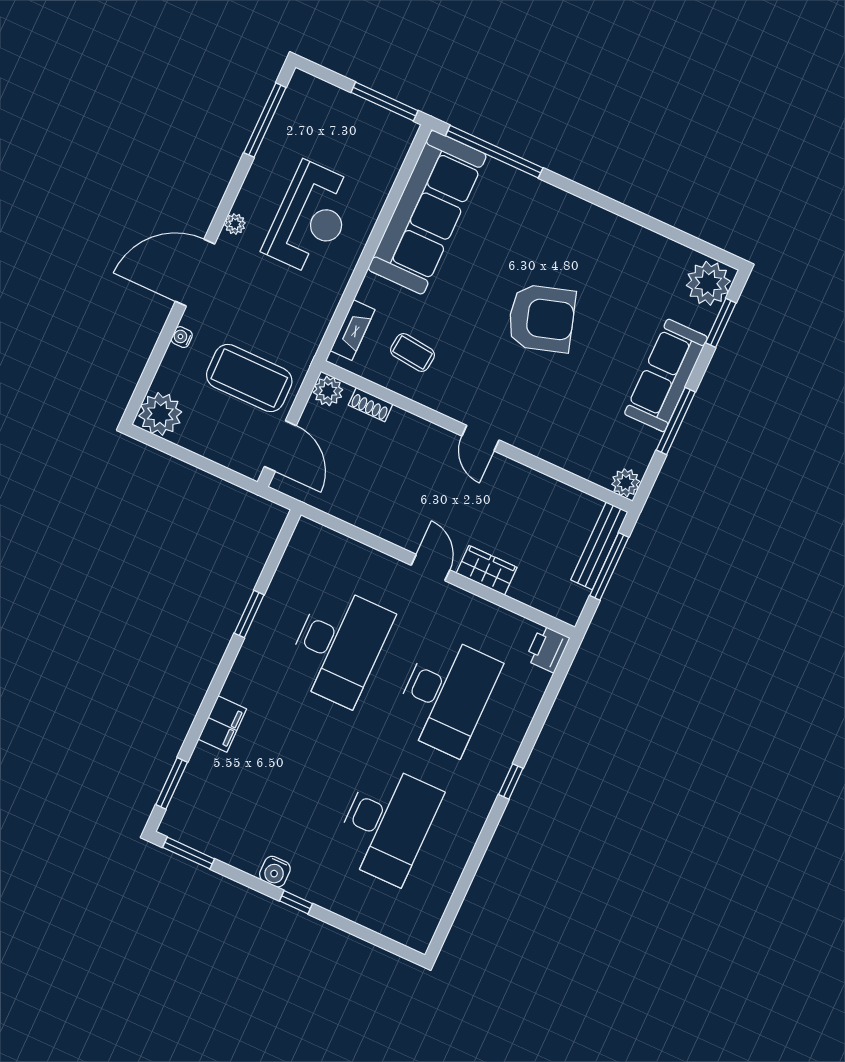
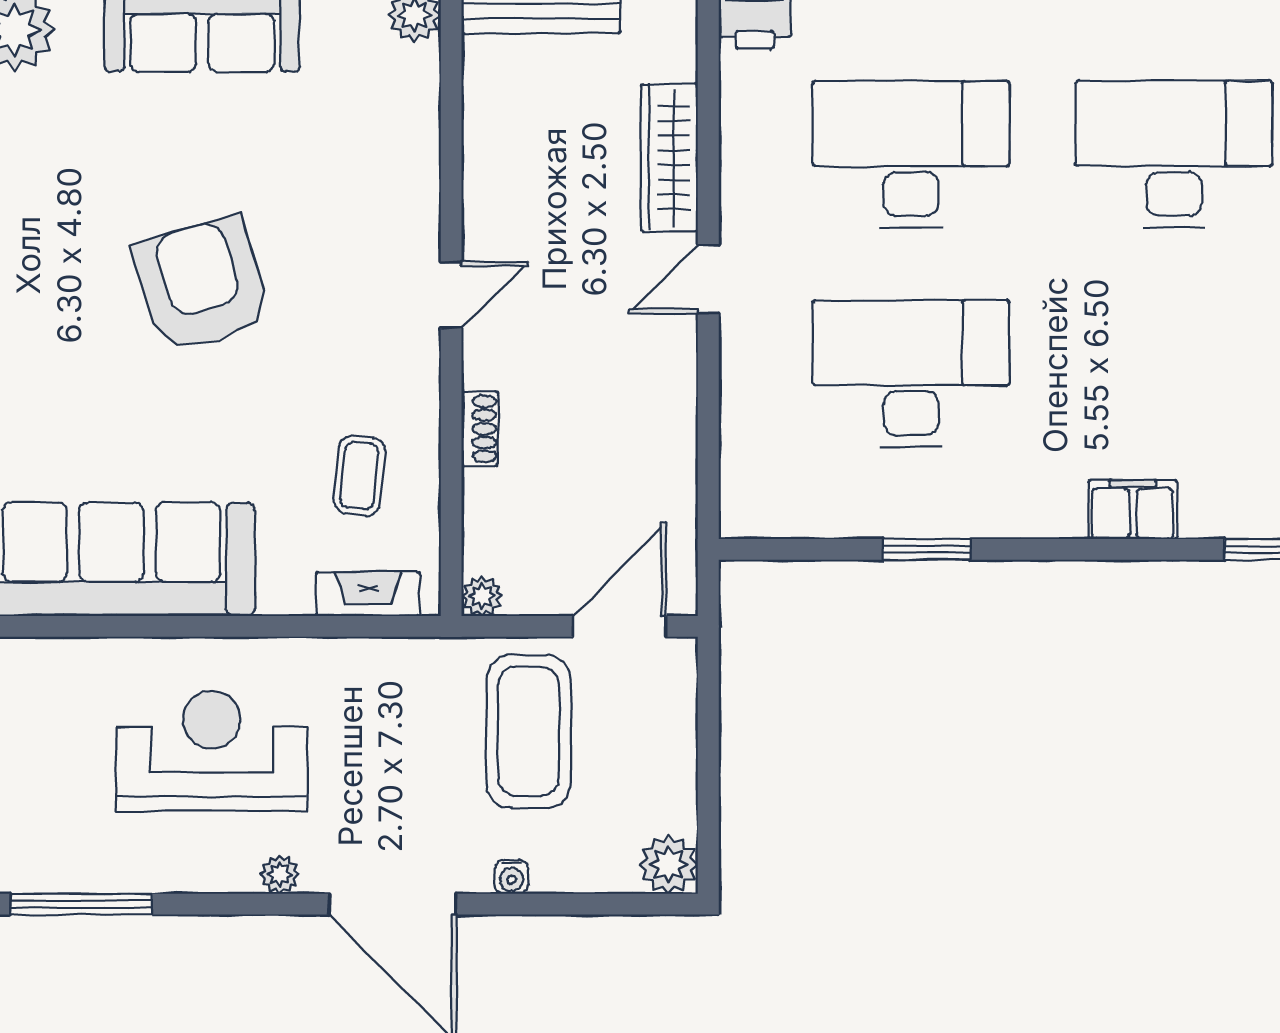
plant: (328, 391) -> (482, 596), width x0.73, depth x0.73
shoe rack: (371, 405) -> (480, 429), moved
plant: (160, 414) -> (669, 864), width x0.73, depth x0.73
wardrobe: (487, 570) -> (669, 158), width x1.50

